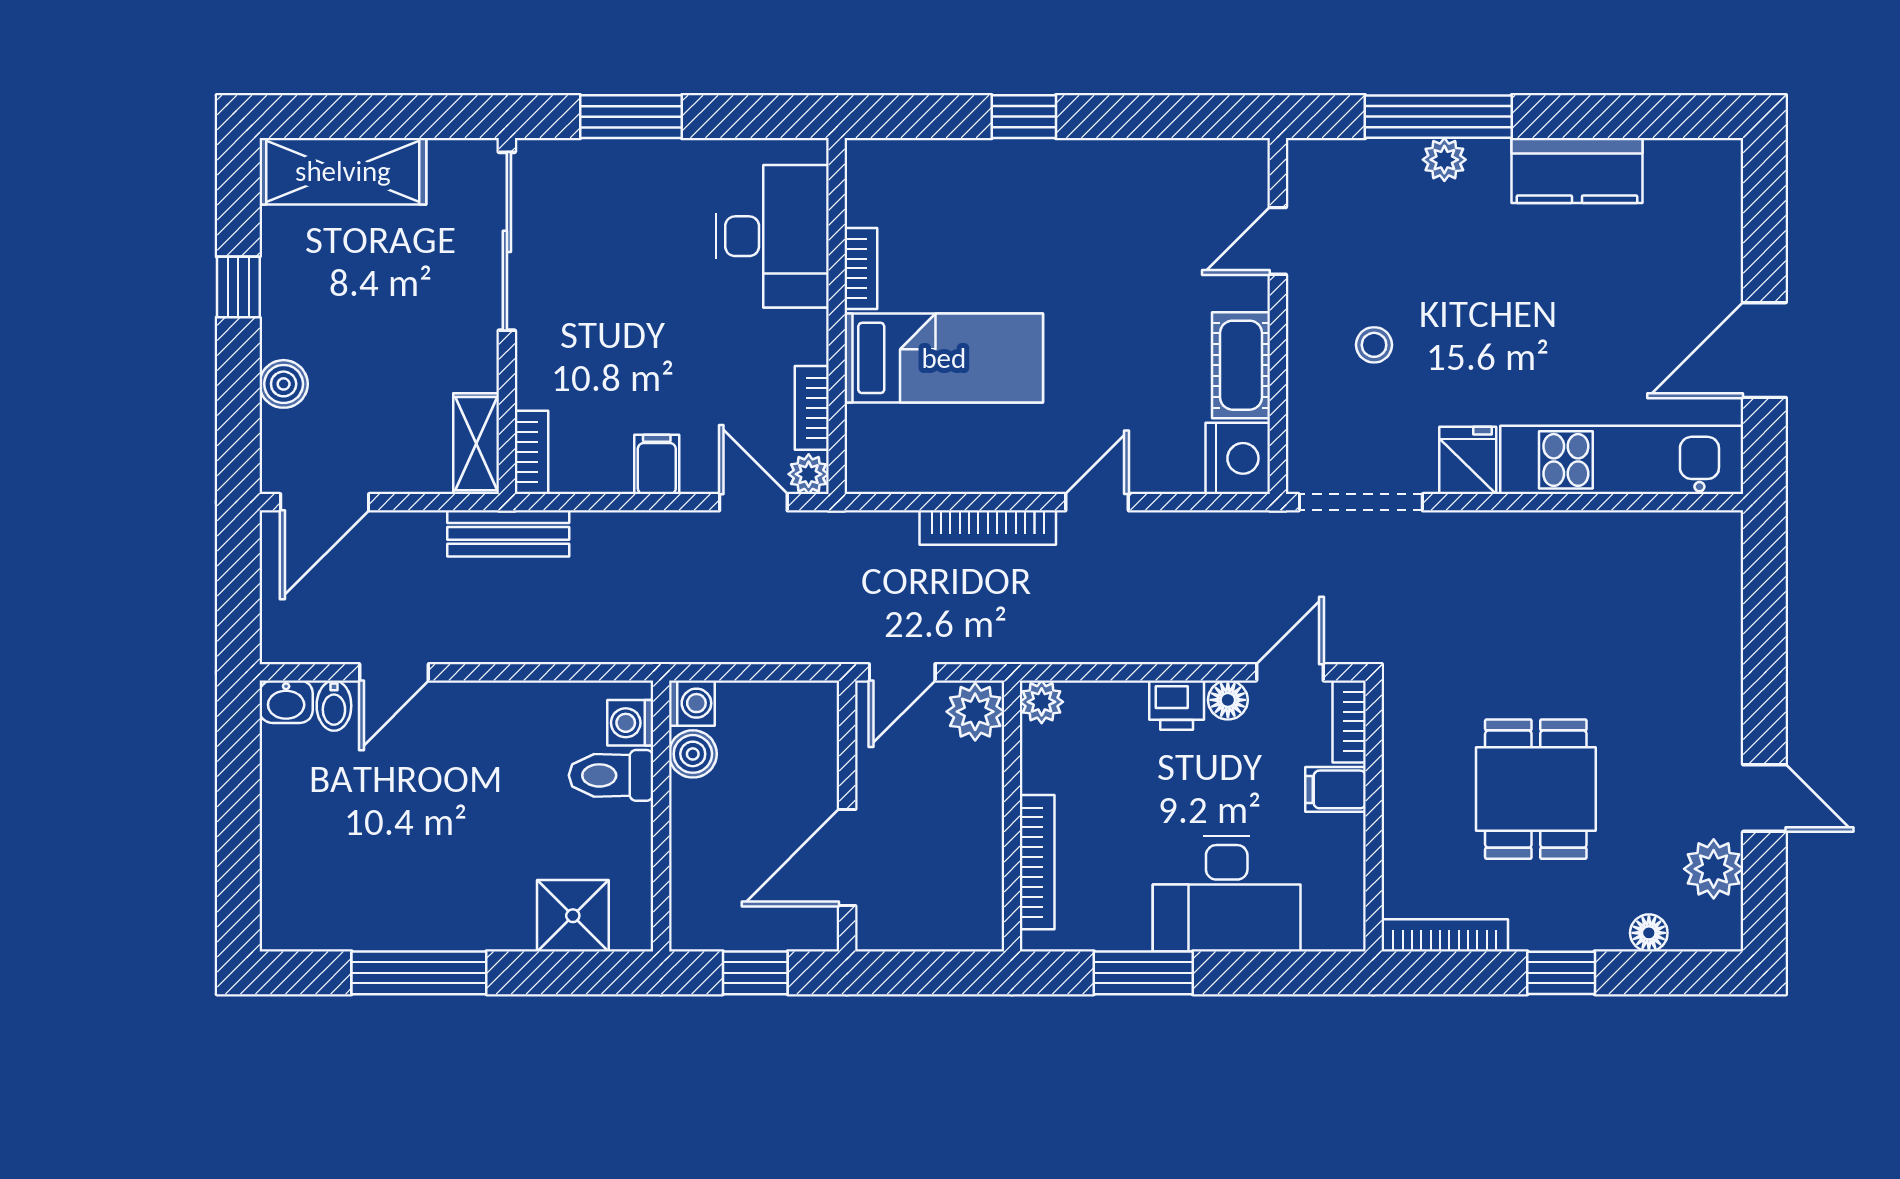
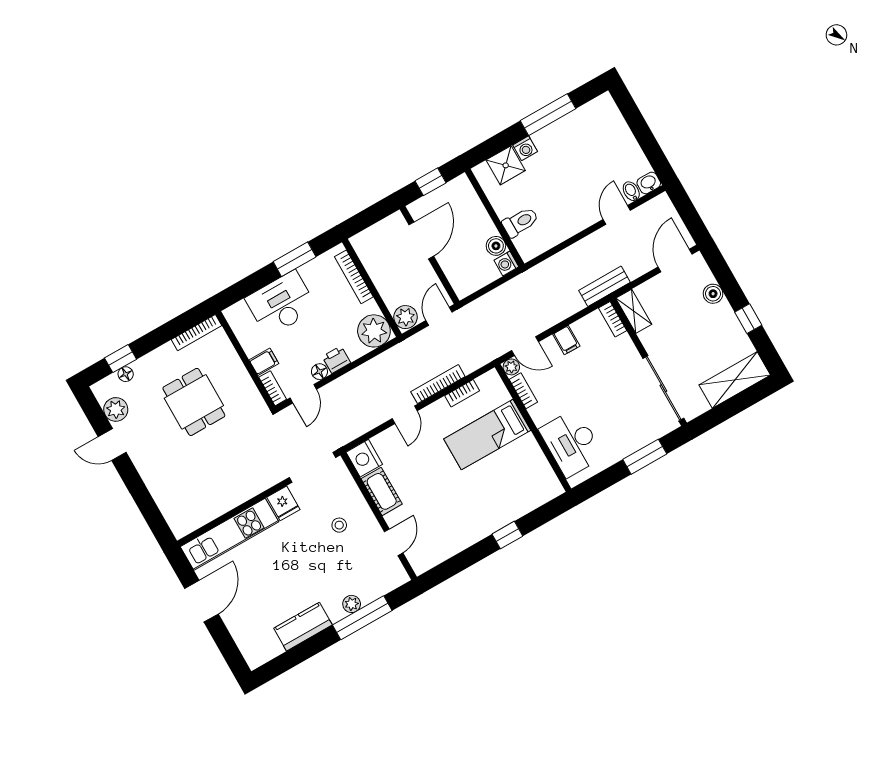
bookcase: (861, 268) -> (462, 393), moved, turned -90
plant: (1042, 702) -> (374, 331), width x1.87, depth x1.87
washing machine: (630, 723) -> (525, 148), moved, turned 90
window: (1561, 973) -> (121, 359), moved

